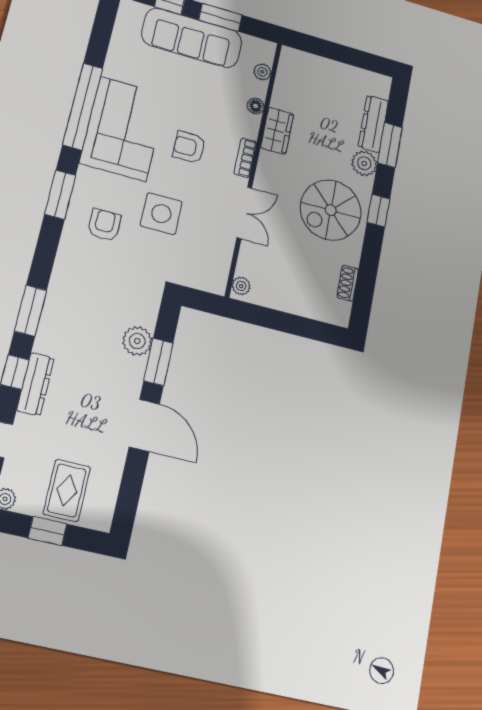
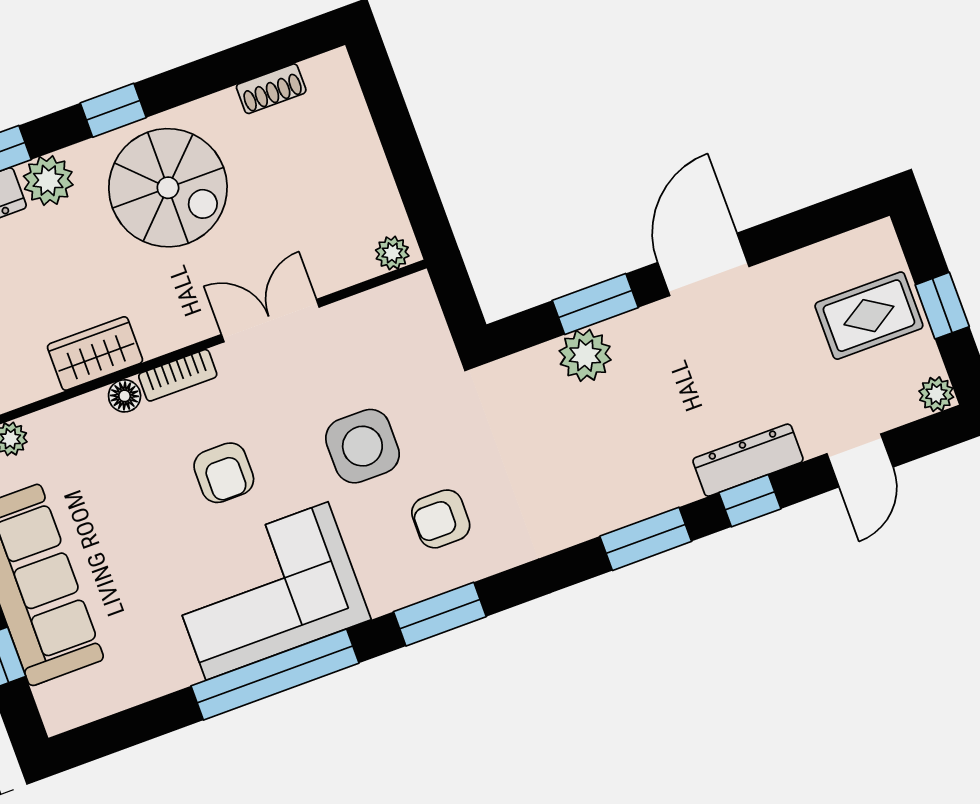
floor lamp: (256, 106) -> (125, 396), moved

